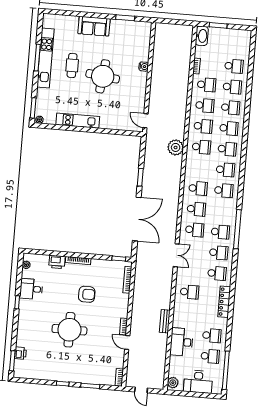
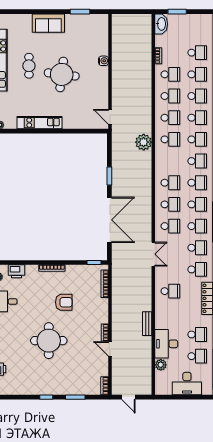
school desk: (222, 211) -> (197, 204), added
printer: (57, 262) -> (16, 271), moved
plant: (173, 383) -> (161, 365), moved

